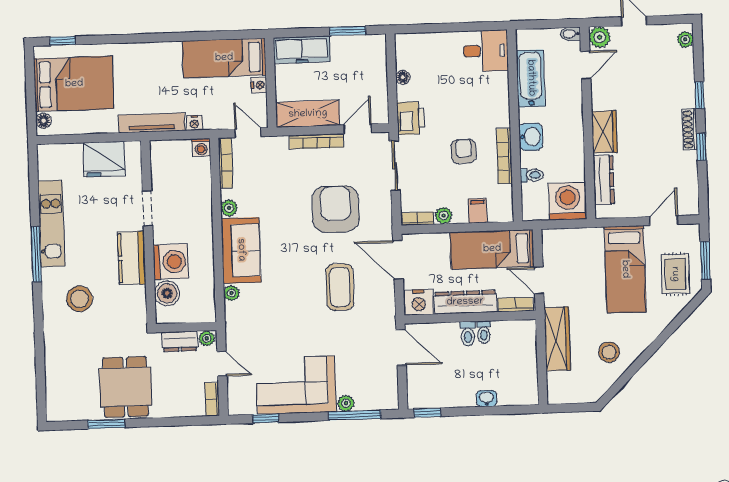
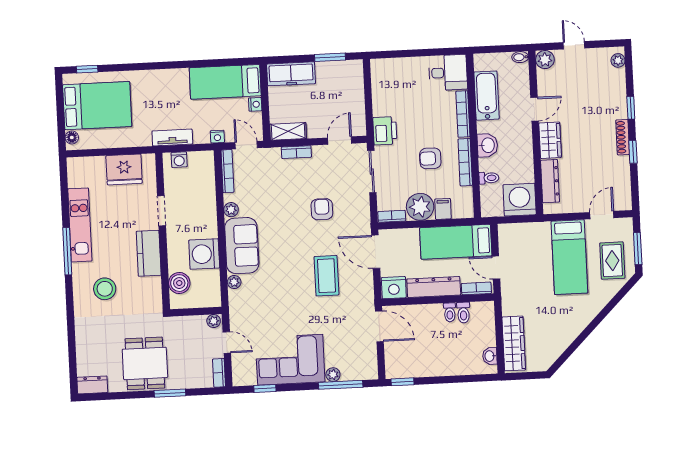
door: (586, 65) -> (535, 109), moved
floor lamp: (403, 77) -> (378, 96), removed
bookcase: (503, 100) -> (463, 114), added
shelving: (308, 114) -> (288, 131), width x0.67, depth x0.75
tv unit: (152, 123) -> (172, 138), width x0.71
nightstand: (194, 123) -> (217, 137), moved
bookcase: (316, 141) -> (296, 152), width x0.64
washing machine: (201, 147) -> (179, 160), moved
armchair: (464, 151) -> (430, 158), turned -90
armchair: (336, 209) -> (322, 209), width x0.53, depth x0.53
plant: (444, 216) -> (420, 207), width x1.87, depth x1.87
washing machine: (171, 262) -> (204, 254), moved, turned 180
toilet: (468, 334) -> (463, 313), moved
wardrobe: (557, 339) -> (514, 343), moved
dresser: (180, 341) -> (92, 385), moved, turned 180
stool: (609, 352) -> (557, 328), removed
washbasin: (487, 398) -> (490, 356), moved, turned -90
window: (106, 424) -> (170, 393), moved

